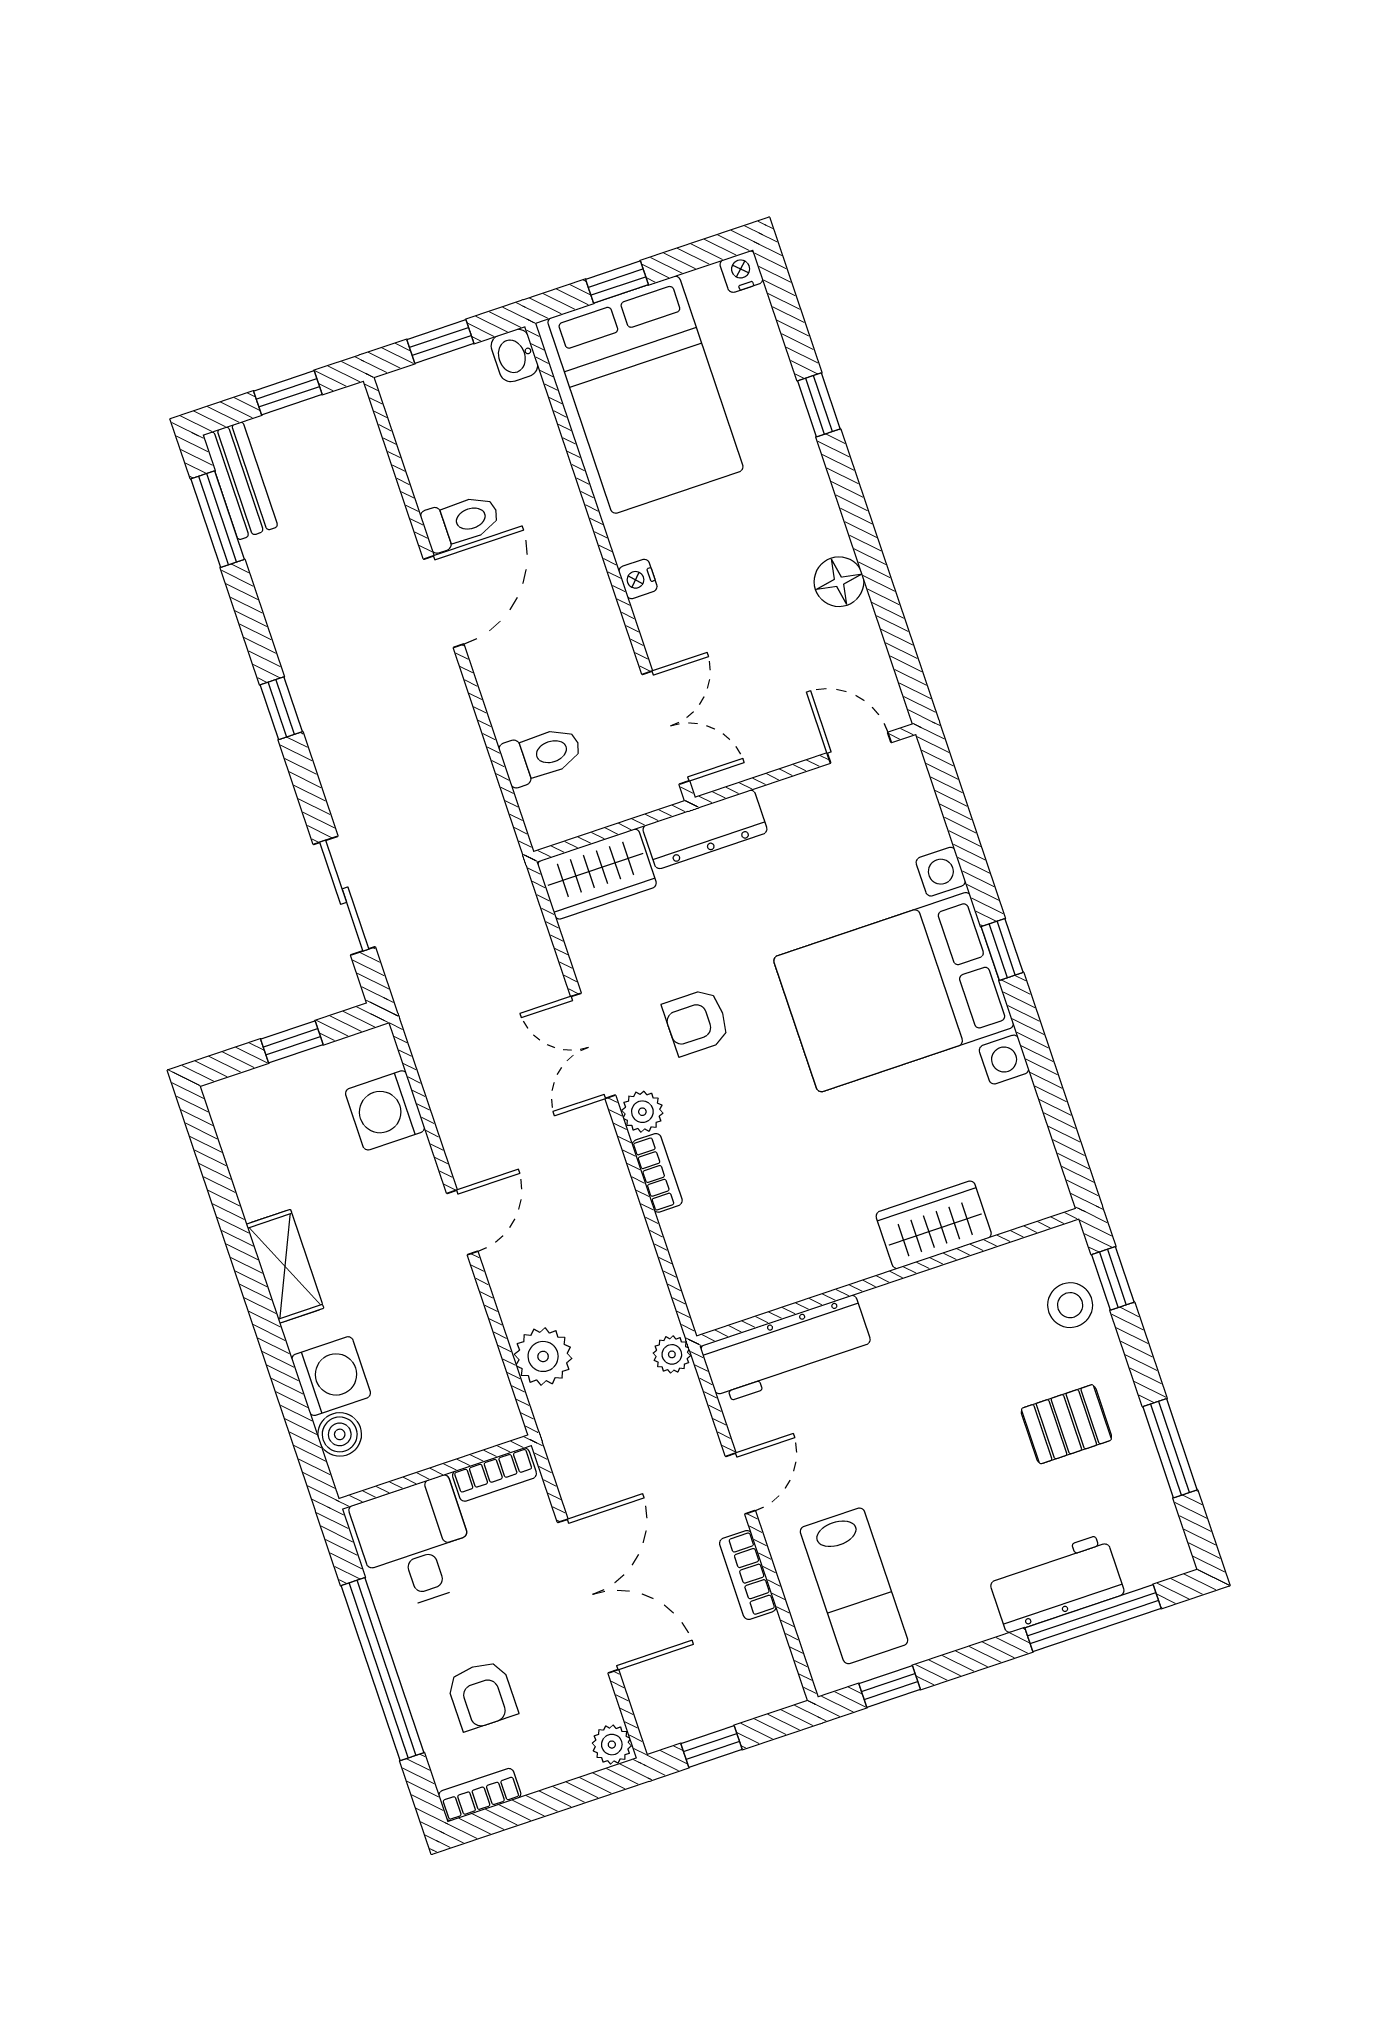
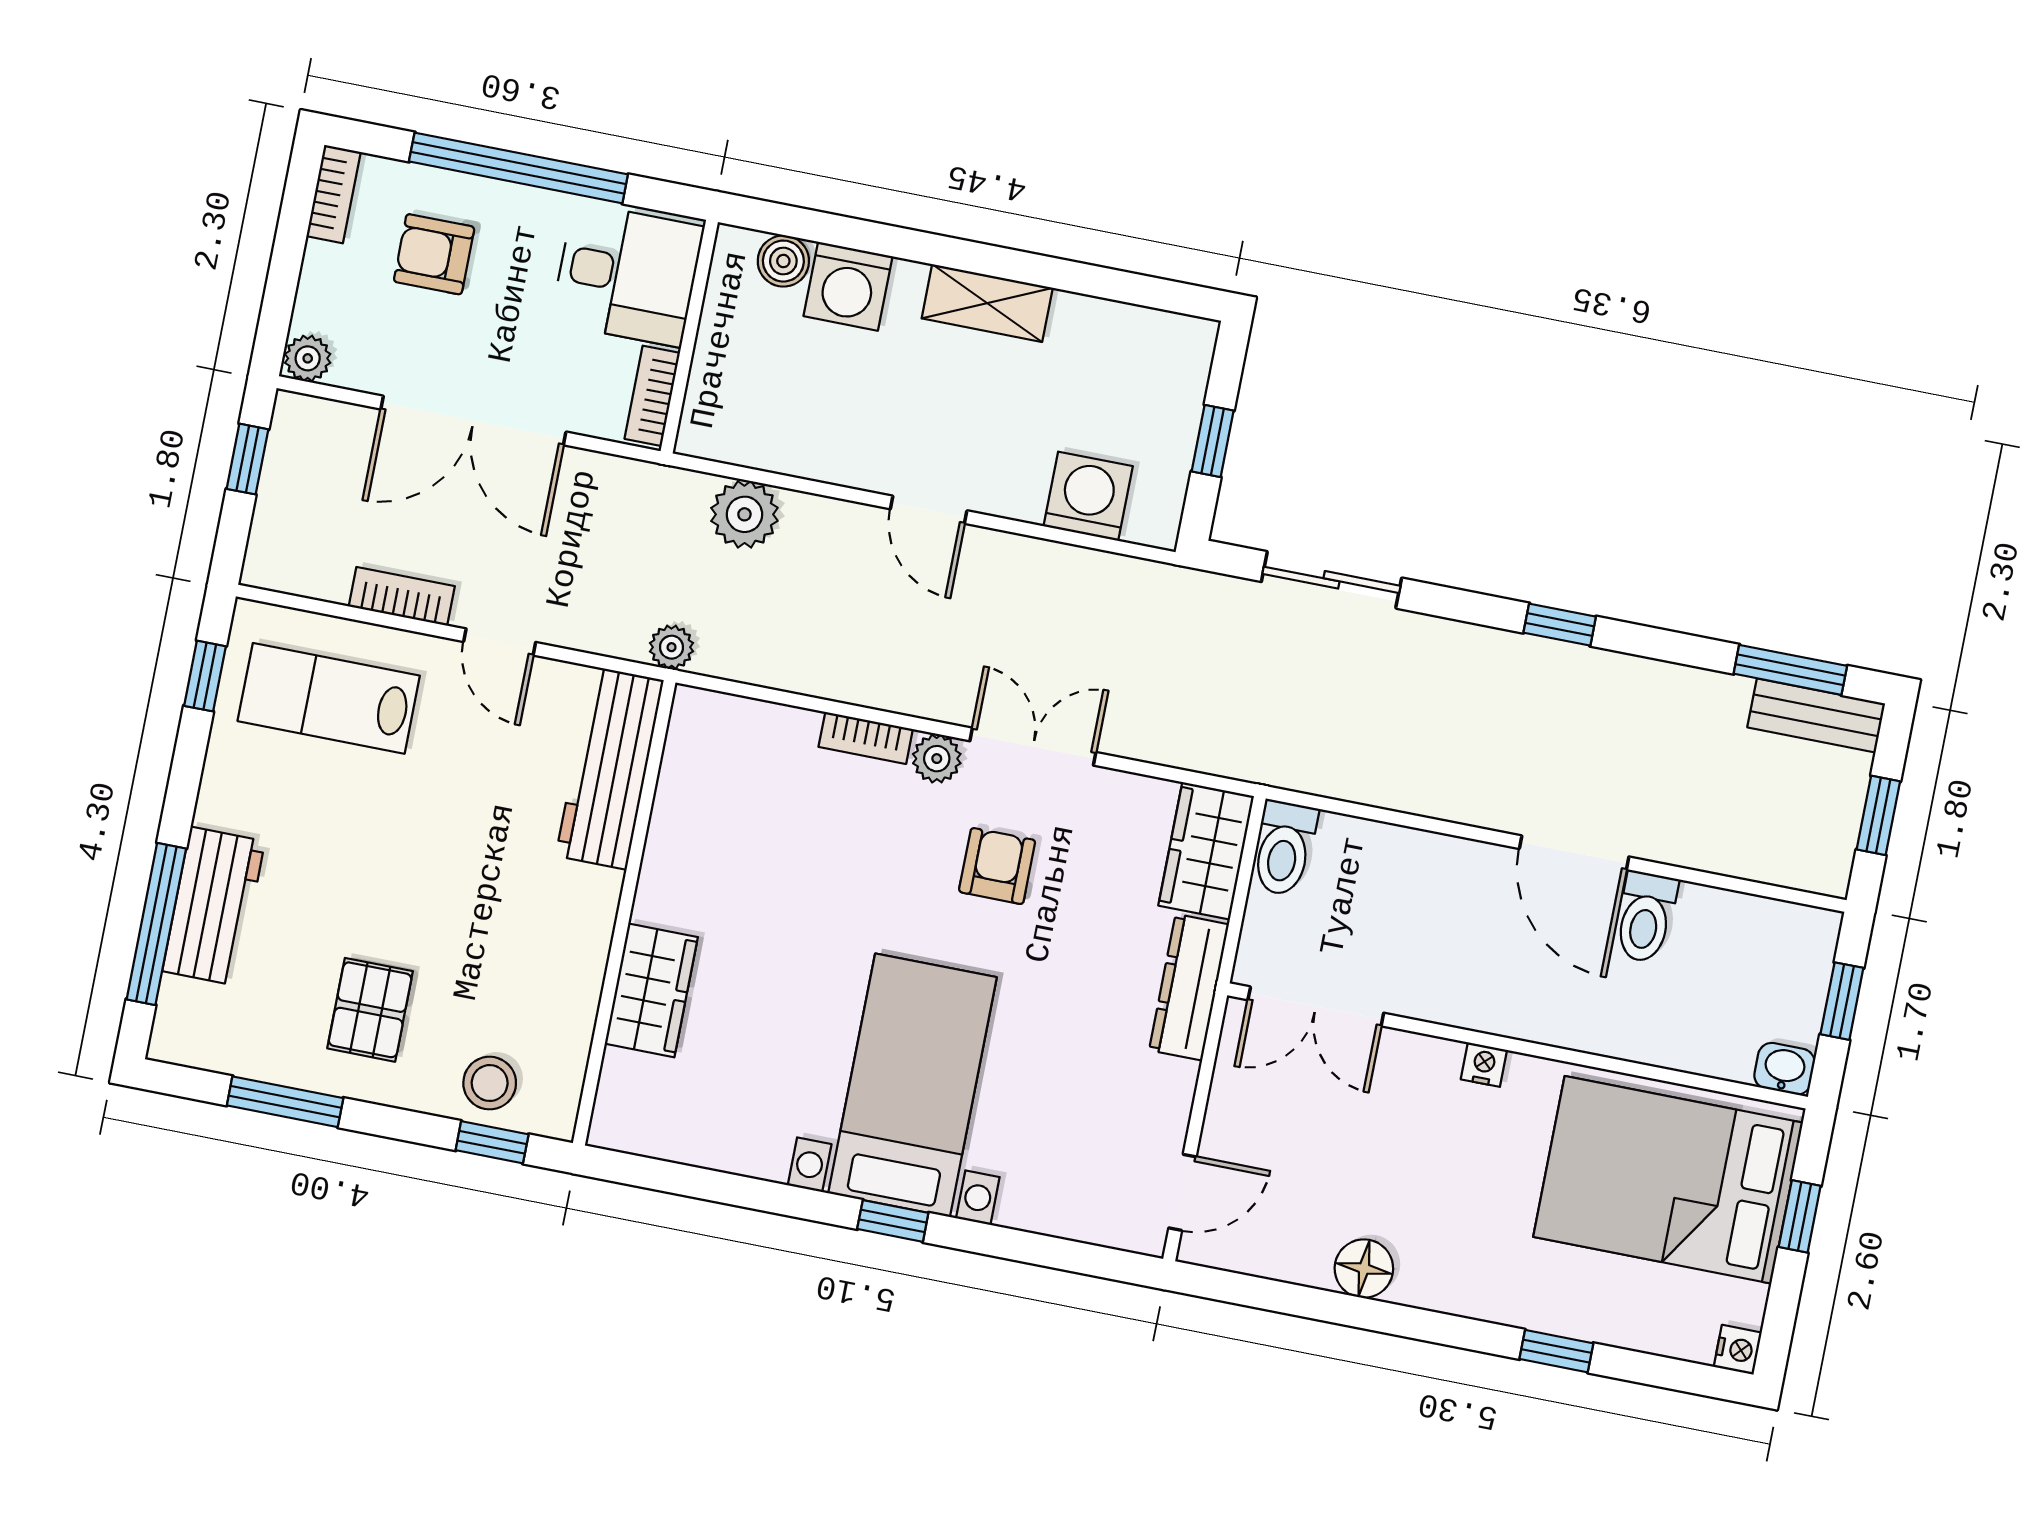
toilet: (541, 755) -> (1284, 848), moved
bed with nightstands: (894, 992) -> (913, 1085), width x0.73

